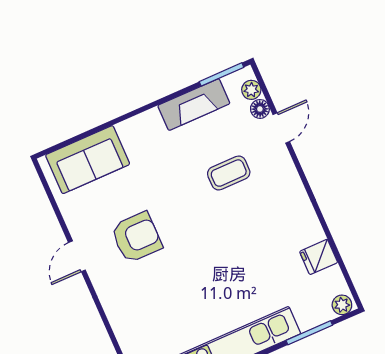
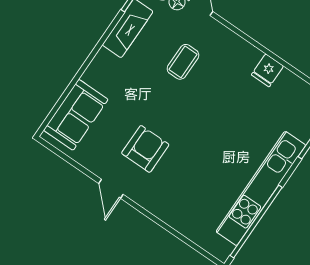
fridge: (319, 257) -> (267, 70), moved

